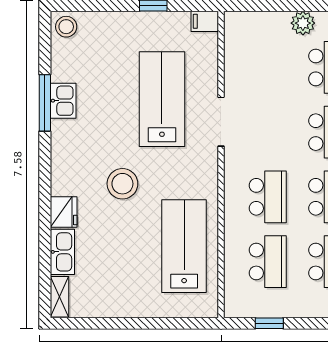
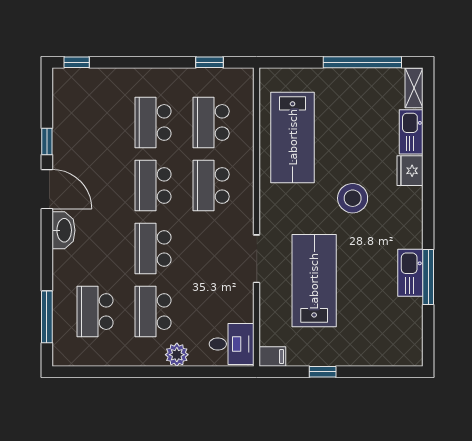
stool: (66, 27) -> (407, 351), removed
desk: (247, 34) -> (232, 344), added
lab bench: (162, 99) -> (314, 281), turned 180
kitchen sink: (63, 101) -> (410, 273), width x1.38
window: (112, 323) -> (362, 62), added

